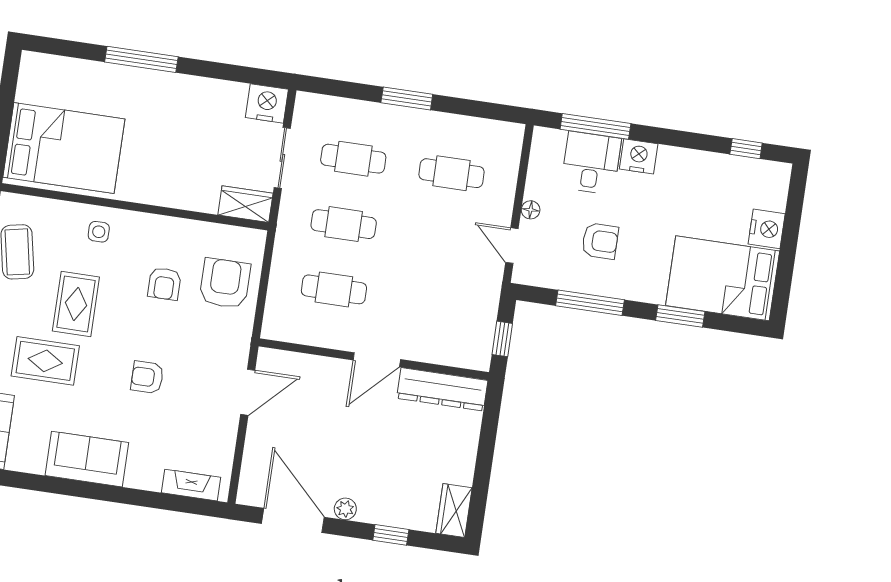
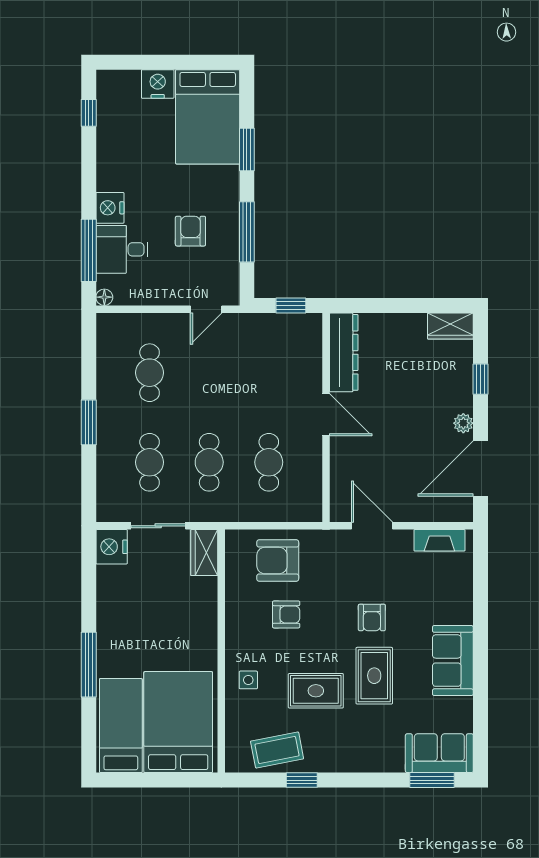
bed: (69, 85) -> (121, 726), added
floor lamp: (531, 210) -> (104, 297), moved
rug: (45, 361) -> (374, 676), moved
fireplace: (191, 485) -> (439, 540), moved, turned -90

